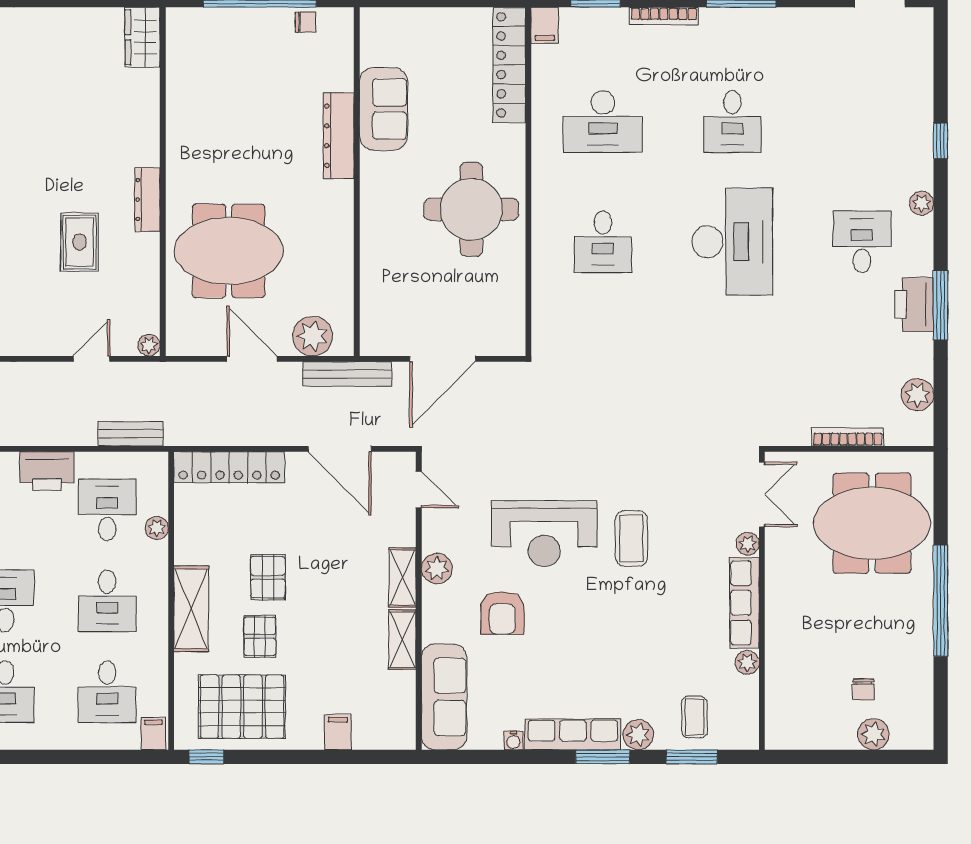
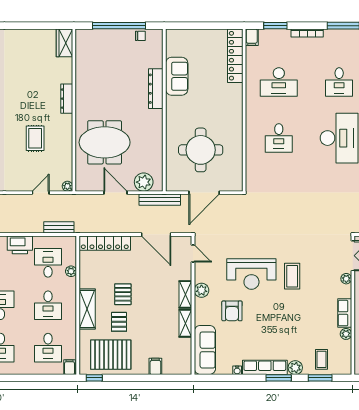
dresser: (147, 199) -> (67, 99), moved
round table: (471, 209) -> (201, 150), moved
row of seats: (744, 603) -> (345, 313), width x0.68

